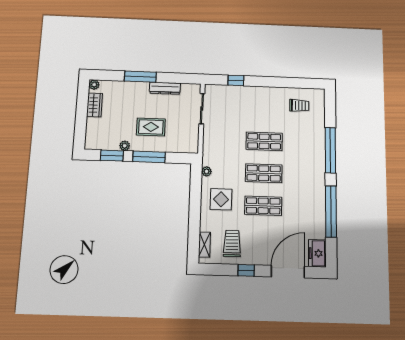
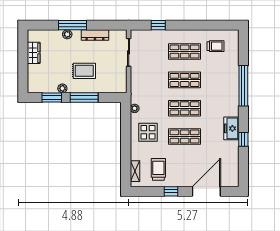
plant: (94, 85) -> (67, 34), moved
shop shelf: (265, 110) -> (185, 52), added
window: (331, 211) -> (243, 139), width x0.32
freezer: (317, 253) -> (231, 128), moved

